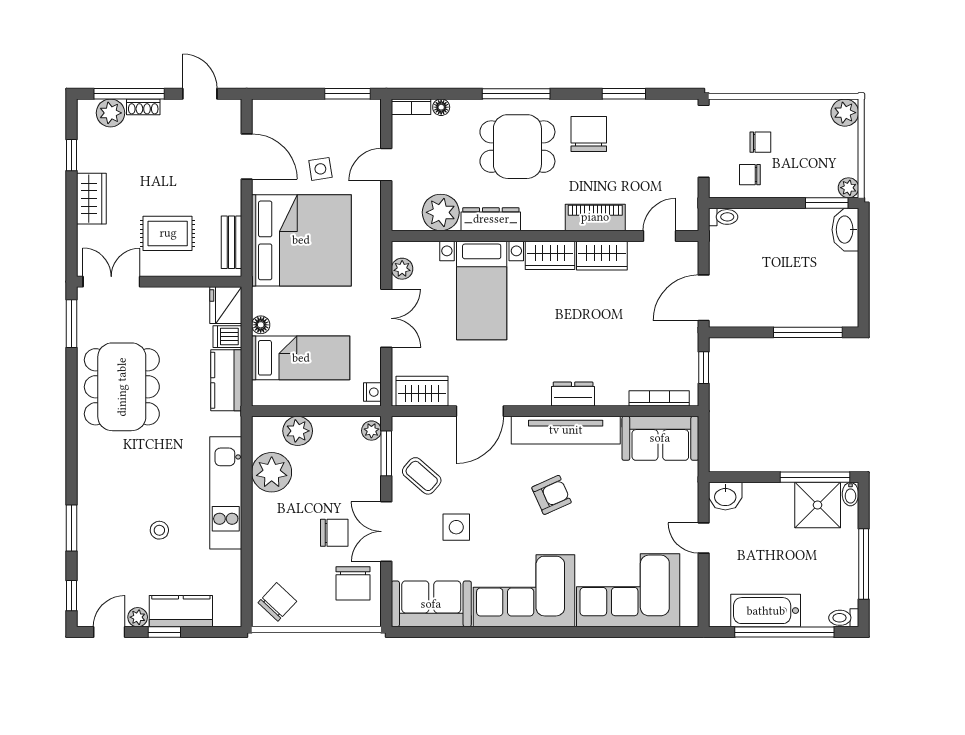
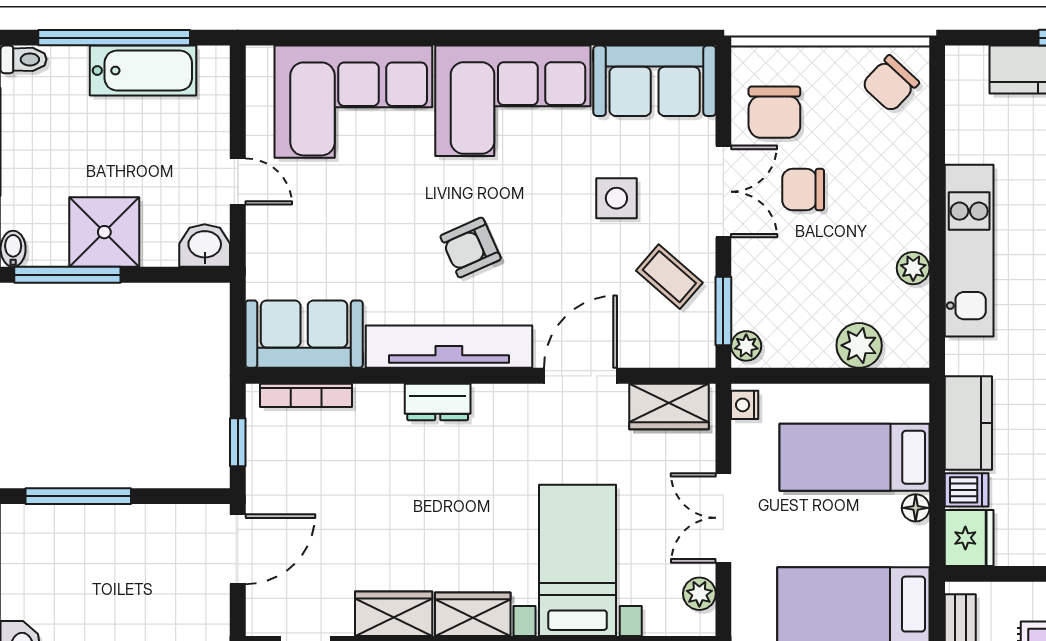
plant: (272, 472) -> (913, 268), width x0.53, depth x0.53
shower: (818, 505) -> (104, 232), moved
chair: (353, 583) -> (774, 112), turned 180

